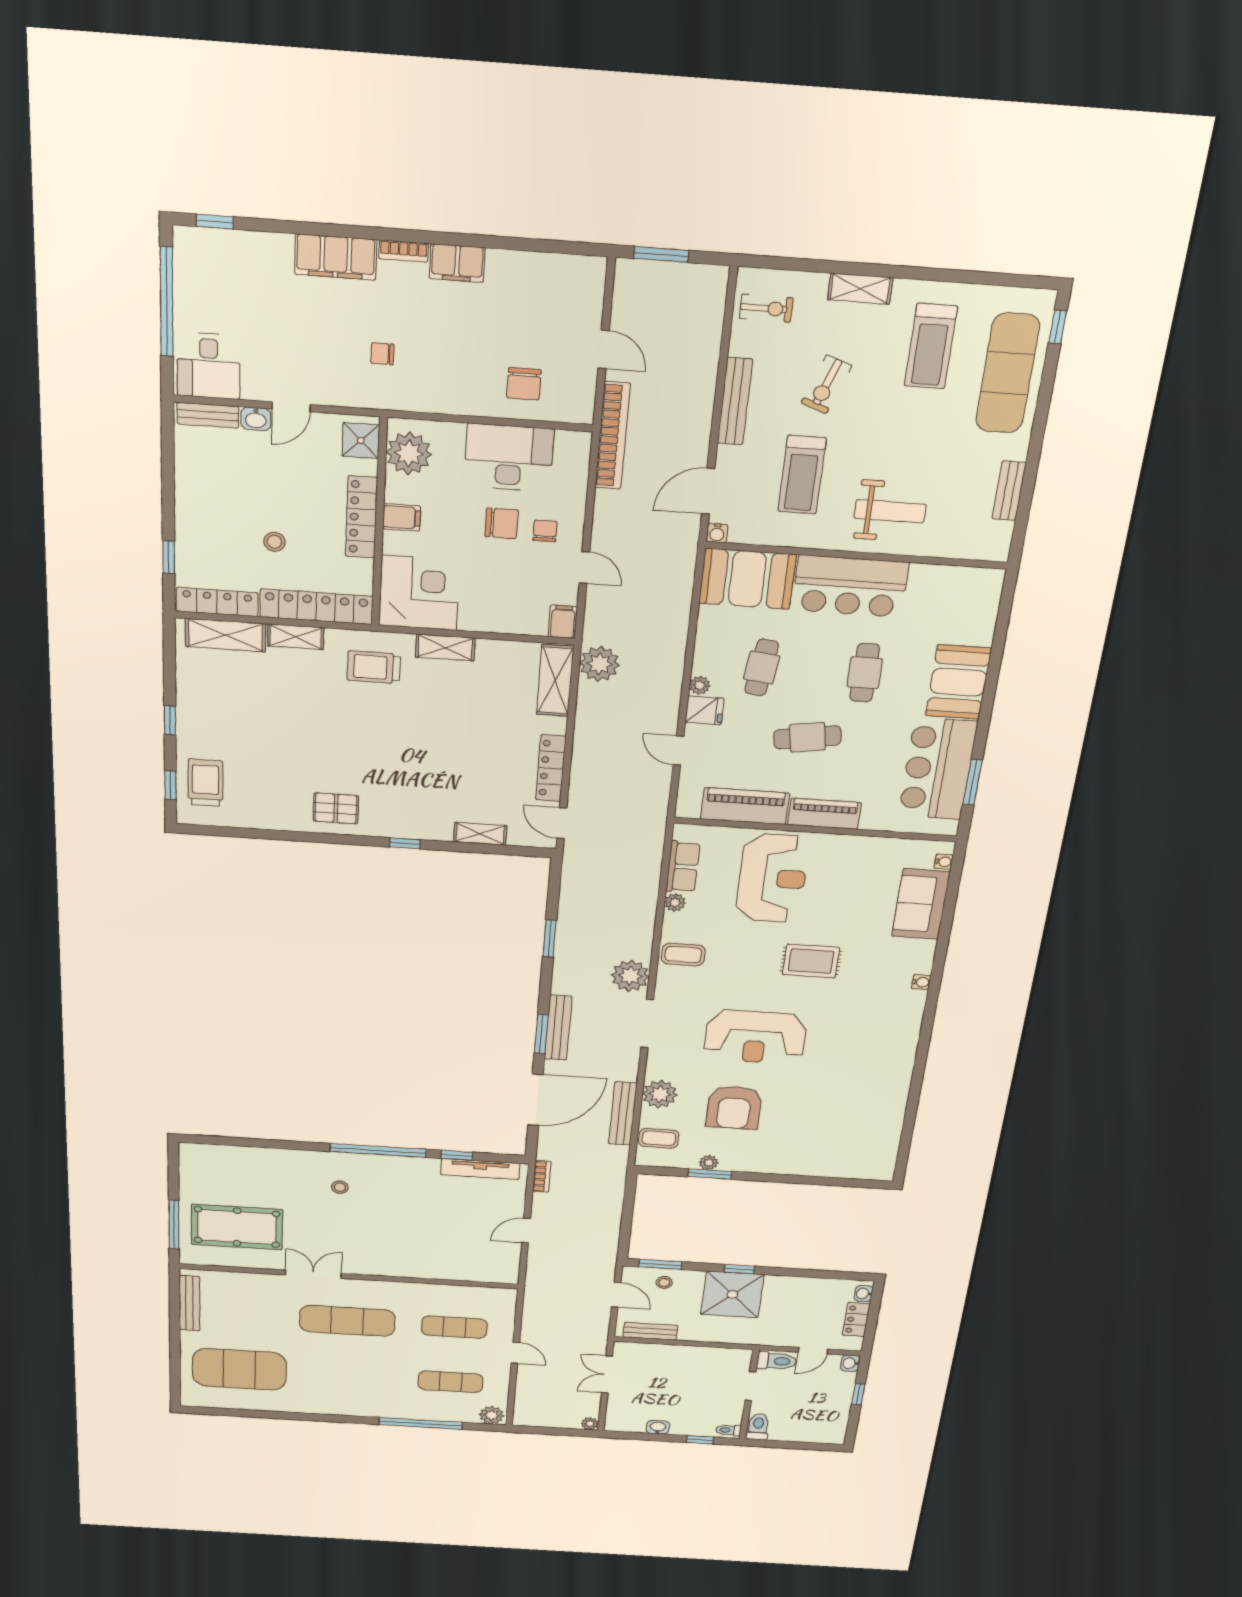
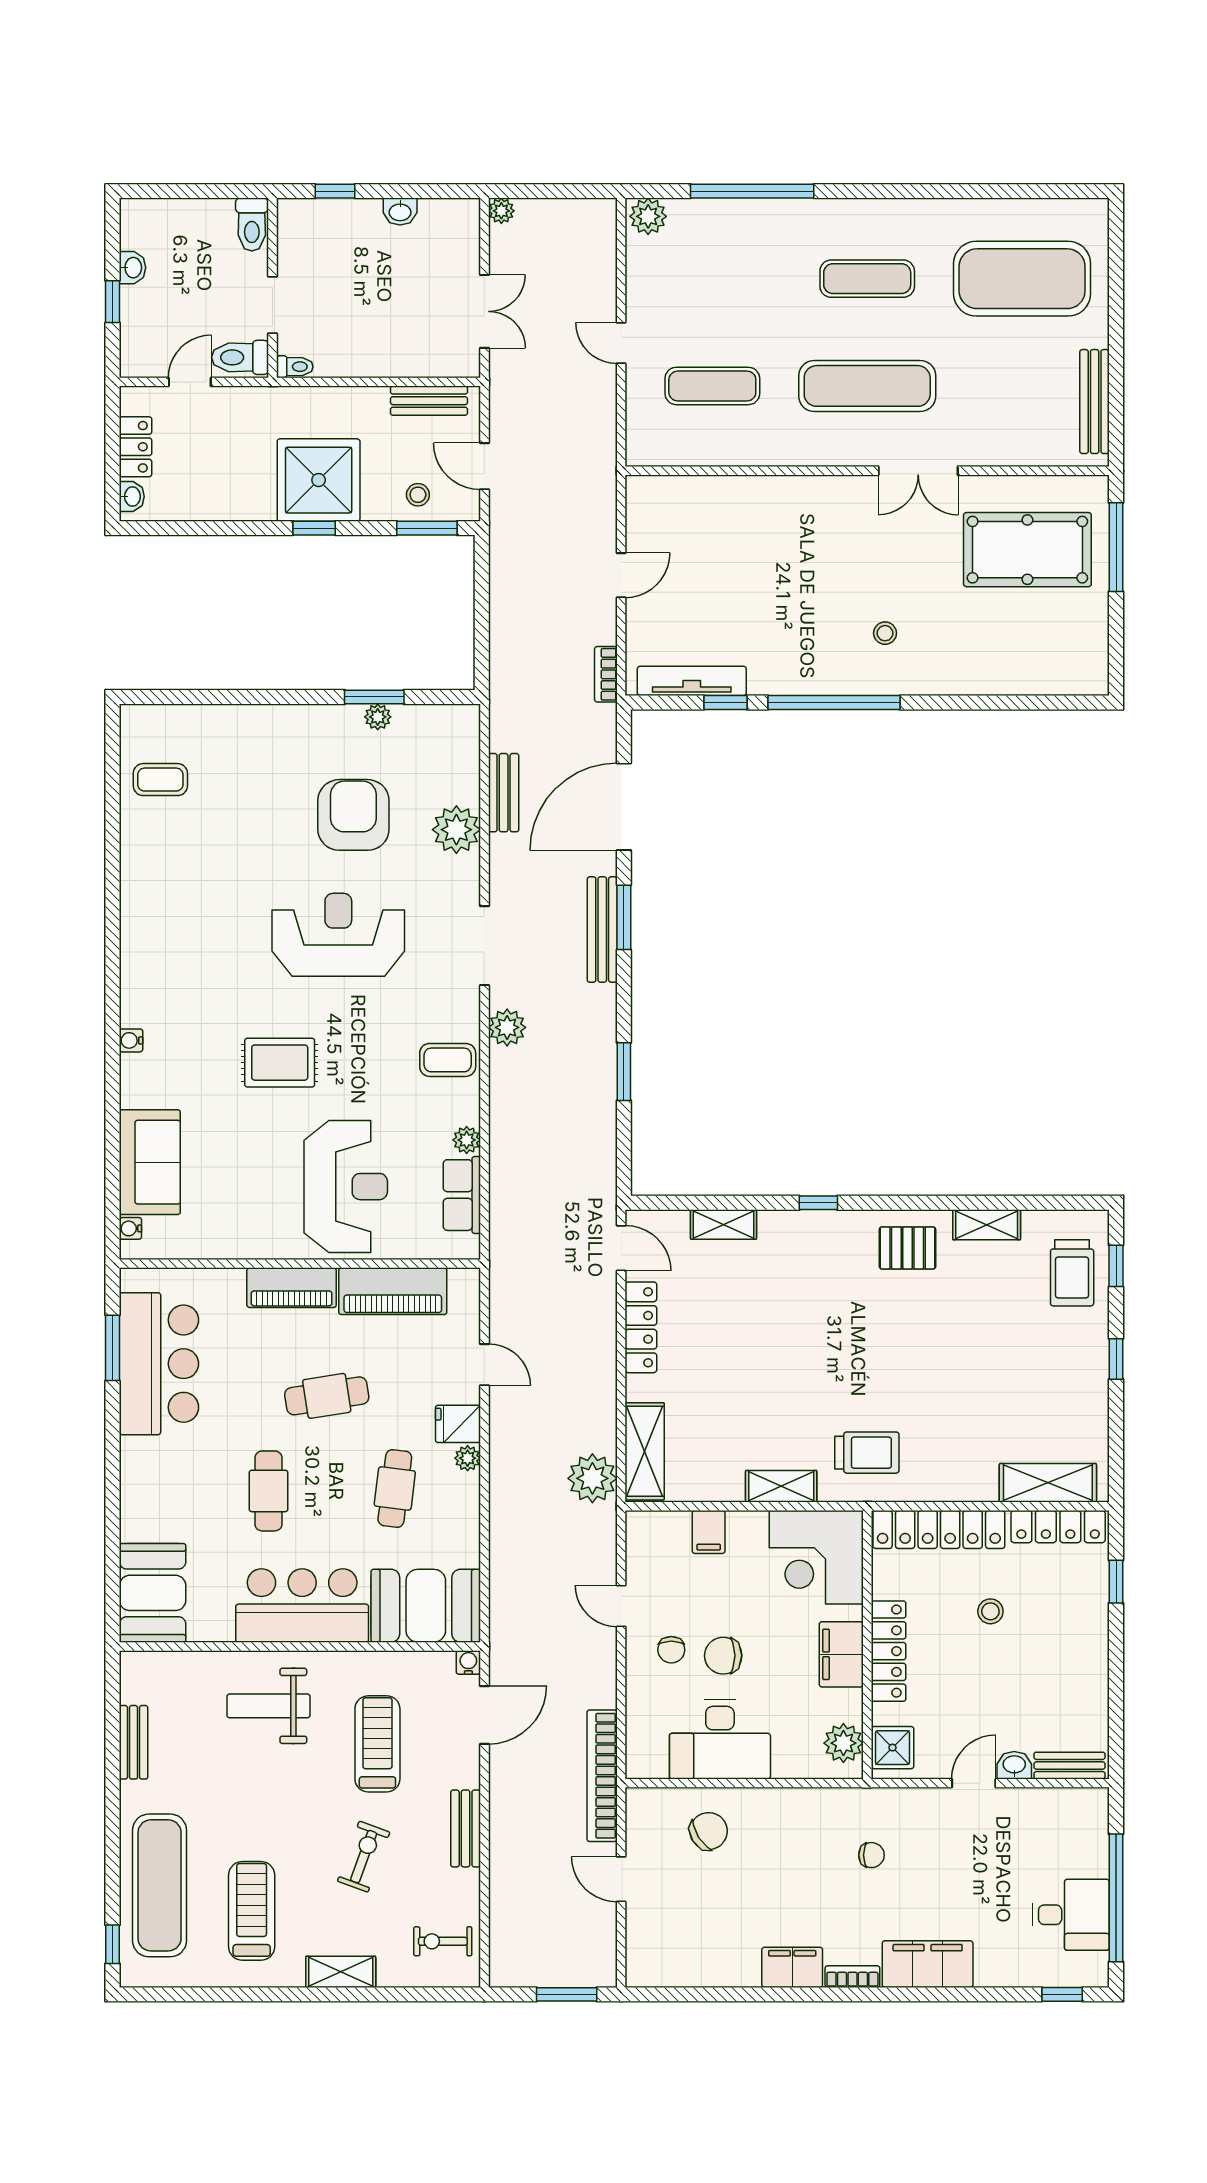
desk: (209, 366) -> (1071, 1915), moved, turned 90
chair: (524, 384) -> (709, 1831), turned 58
bench: (735, 401) -> (466, 1828), width x0.73
plant: (409, 453) -> (843, 1743), width x0.73, depth x0.73
filing cabinet: (402, 517) -> (841, 1654), width x2.00
filing cabinet: (563, 622) -> (709, 1532), moved
shelving: (296, 637) -> (987, 1225), moved
booth: (958, 682) -> (153, 1593), moved
reception desk: (772, 878) -> (346, 1187), turned 180
plant: (630, 976) -> (507, 1027), width x0.73, depth x0.73
bench: (623, 1114) -> (504, 793), width x0.73
coffee table: (659, 1138) -> (160, 780), moved
washbasin: (850, 1363) -> (132, 268), moved
exercise mat: (450, 1382) -> (867, 279), moved
toilet: (728, 1430) -> (295, 367), moved

